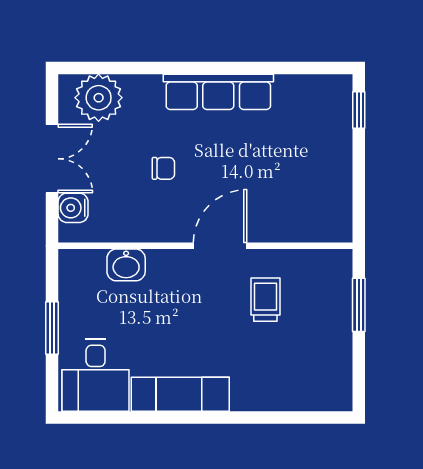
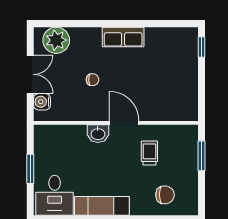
row of seats: (218, 92) -> (123, 37), width x0.68
door: (220, 246) -> (124, 123), hinge flipped
washbasin: (126, 265) -> (98, 134), moved
chair: (293, 375) -> (165, 195), added

